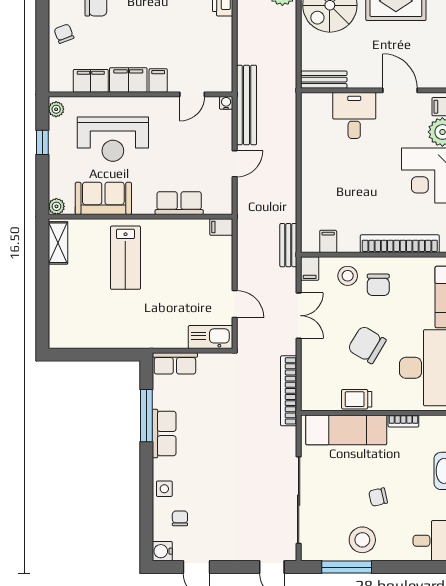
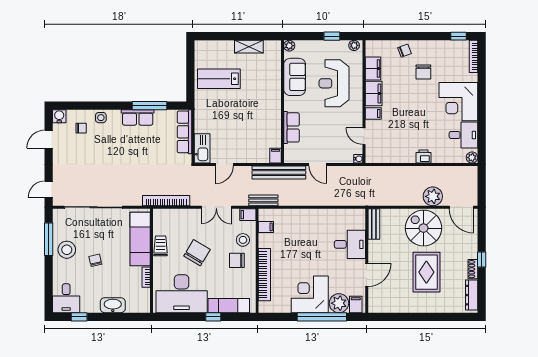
bench: (247, 105) -> (279, 172), moved
shelving: (58, 243) -> (249, 47), moved
lab bench: (125, 258) -> (219, 79), moved
row of seats: (175, 363) -> (184, 132), width x1.48

